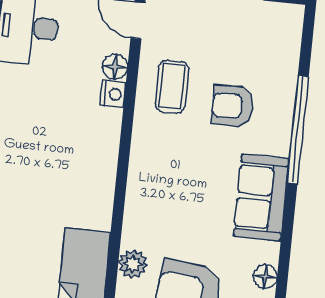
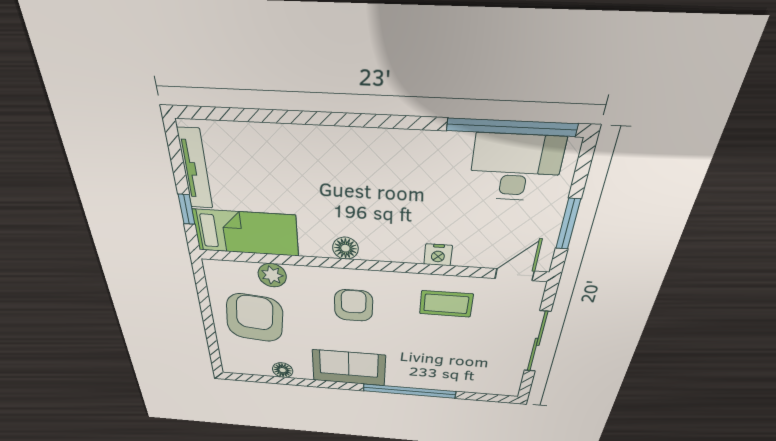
floor lamp: (115, 67) -> (345, 248), moved
armchair: (233, 106) -> (354, 305), moved

